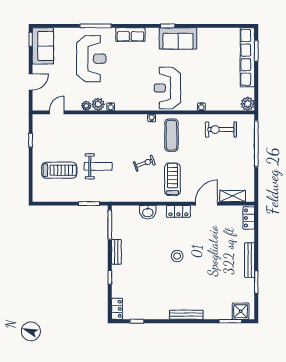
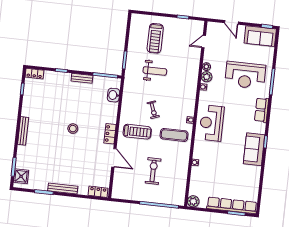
reception desk: (167, 88) -> (212, 123), moved, turned -90
door: (57, 112) -> (204, 42), swing flipped
exercise bike: (221, 130) -> (153, 171), moved
weight bench: (98, 166) -> (155, 71), turned -90
shelving: (233, 196) -> (118, 180), removed
washbasin: (148, 212) -> (114, 95), moved

